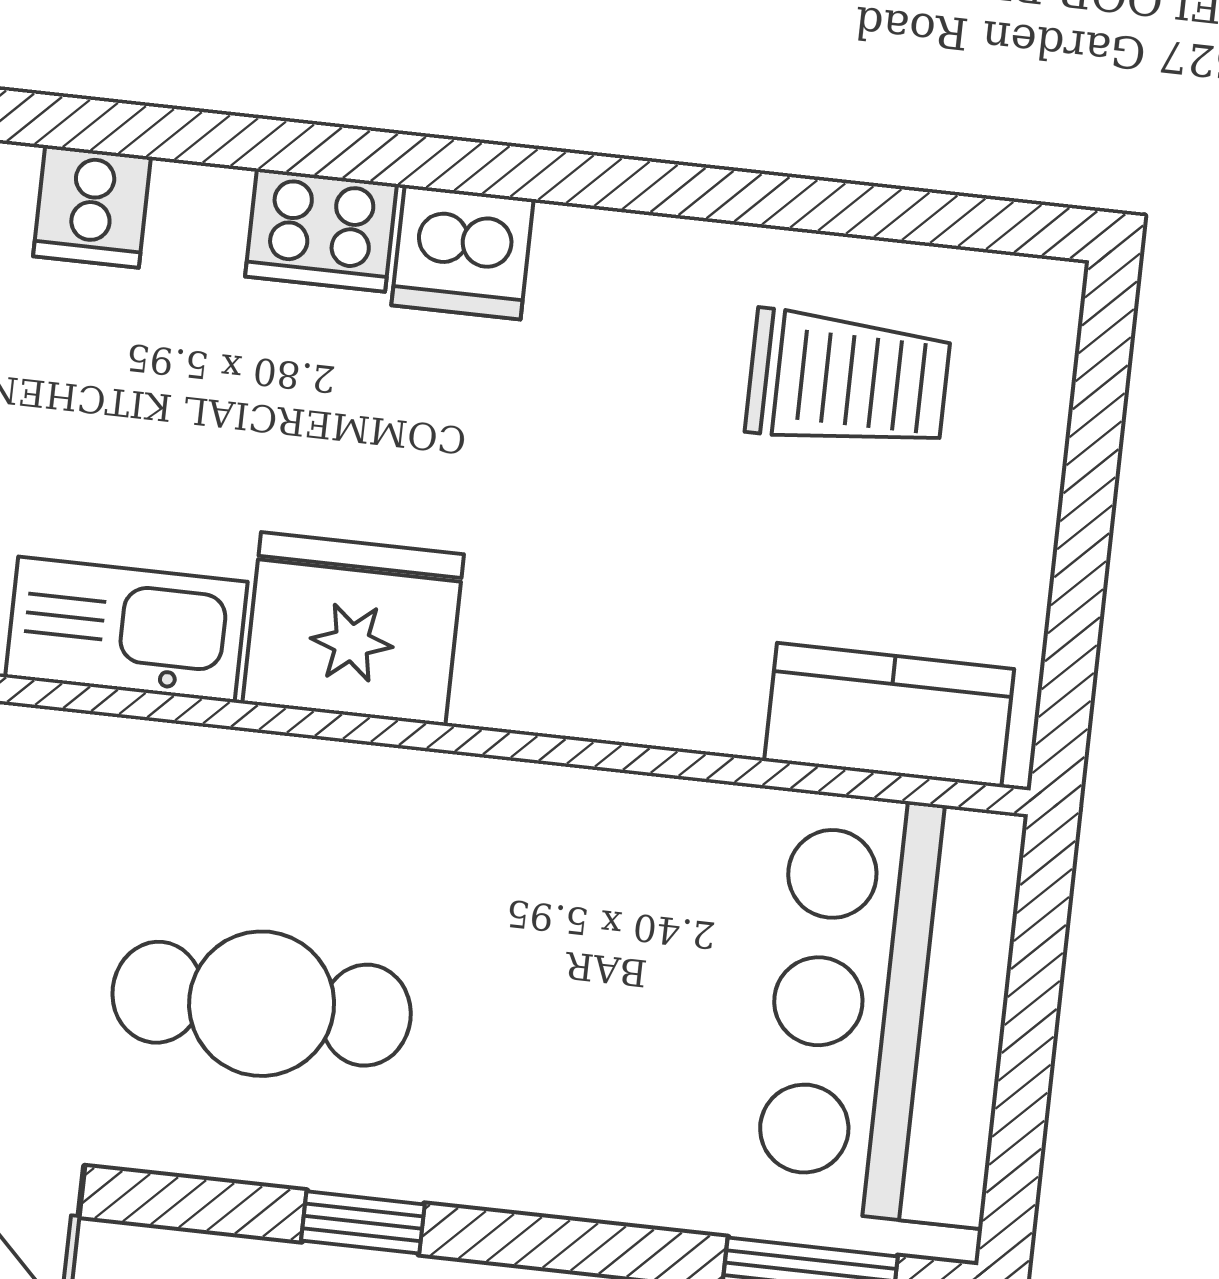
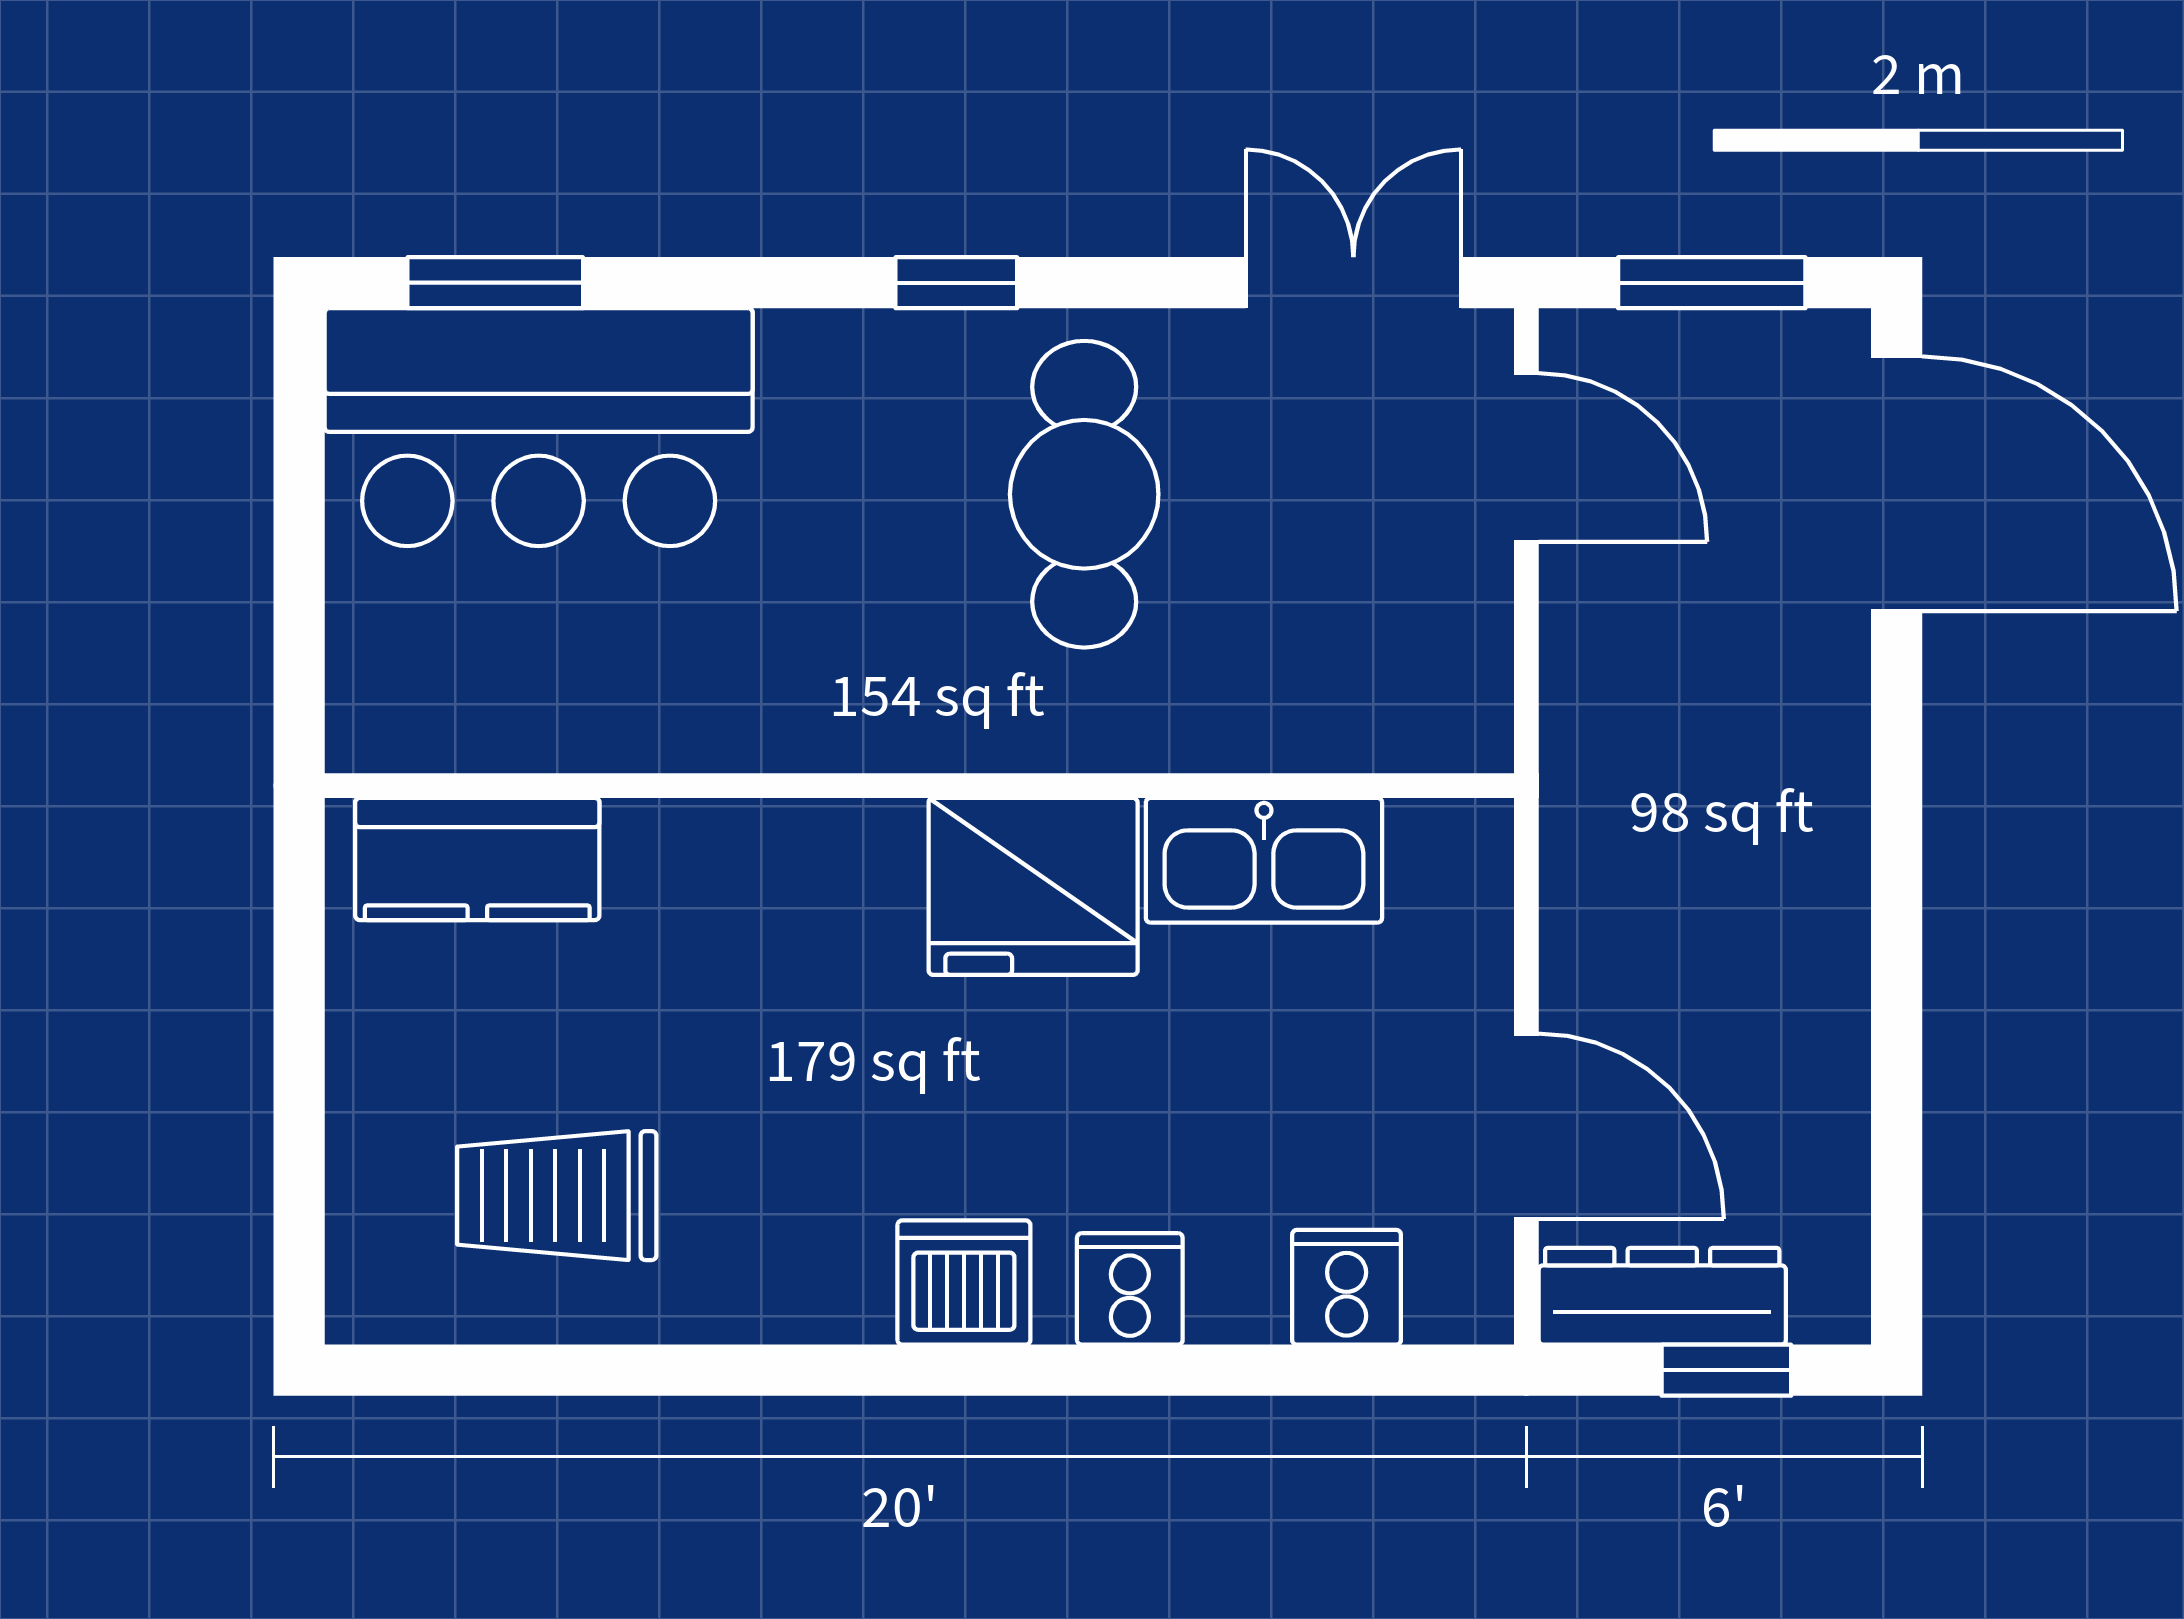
cooker: (321, 230) -> (1130, 1289), width x0.73
cafe table: (262, 1004) -> (1084, 494), turned 90
bar counter: (890, 1009) -> (539, 427), moved, turned 90

